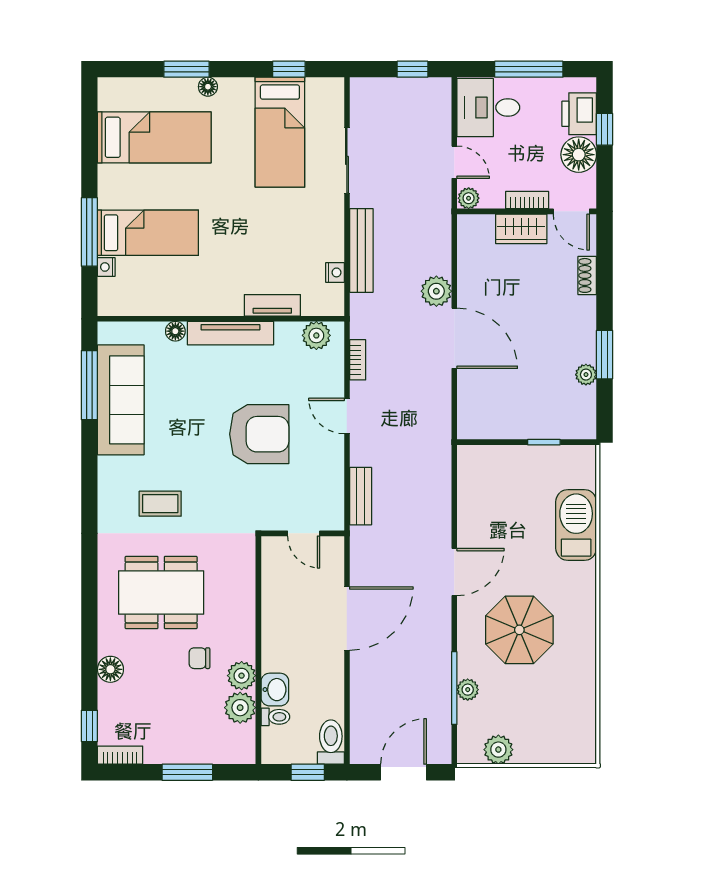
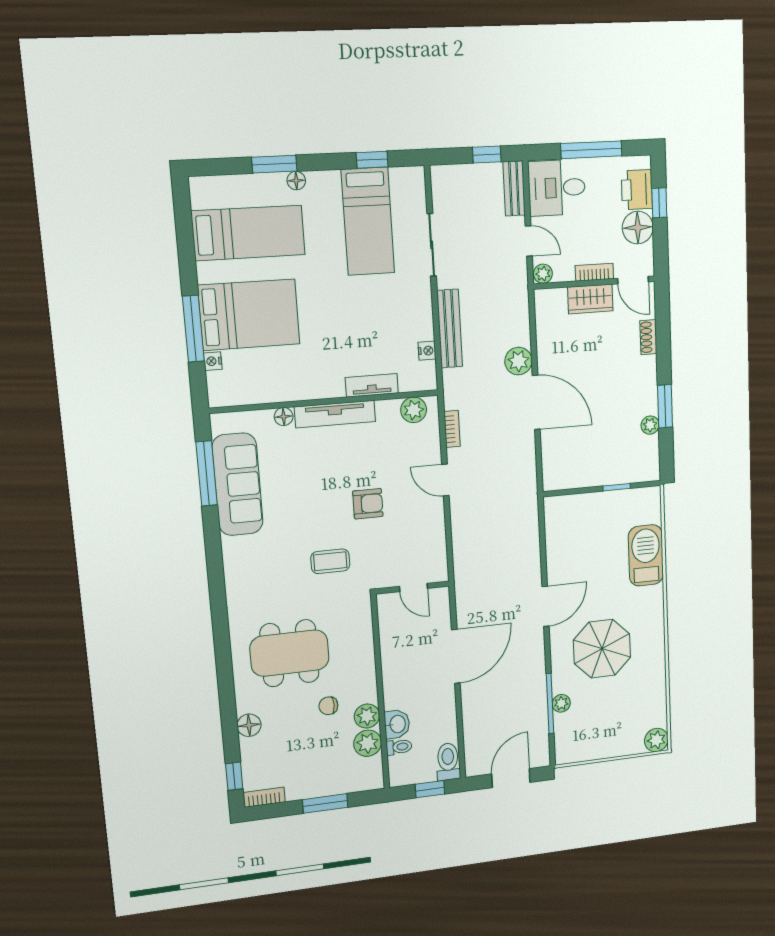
bed: (148, 233) -> (249, 315), width x1.50
armchair: (259, 434) -> (368, 504), width x0.53, depth x0.53
bench: (361, 496) -> (514, 188), moved
coffee table: (160, 504) -> (330, 561), moved
plant: (498, 750) -> (656, 740), moved

